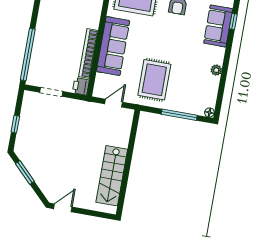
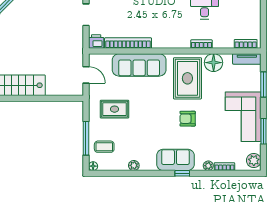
rug: (154, 80) -> (114, 109), width x0.73, depth x0.70
coffee table: (191, 97) -> (104, 147), added

